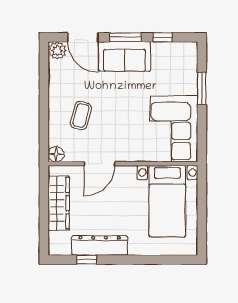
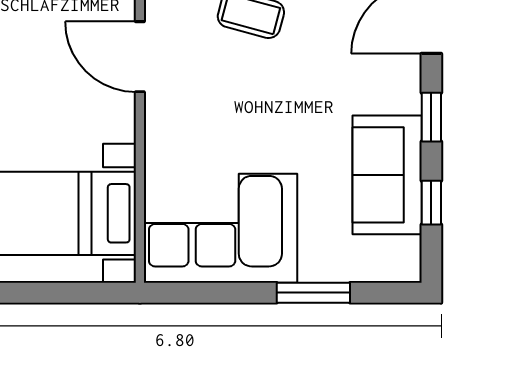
window: (126, 37) -> (431, 117), width x0.67
sofa: (125, 56) -> (387, 175), moved

